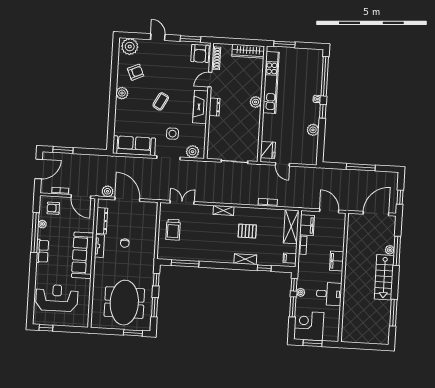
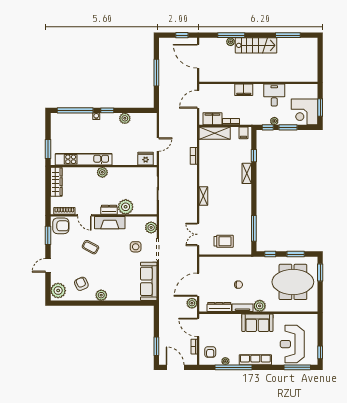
coffee table: (161, 101) -> (90, 247), moved
plant: (217, 125) -> (126, 207), added
door: (81, 197) -> (198, 327), swing flipped
pallet: (247, 231) -> (221, 173), removed
row of seats: (42, 251) -> (255, 360), width x1.48
sofa: (83, 255) -> (257, 323), width x0.73
plant: (100, 265) -> (260, 306), added
window: (31, 302) -> (297, 367), added

